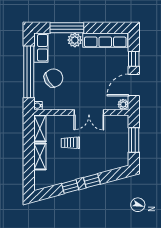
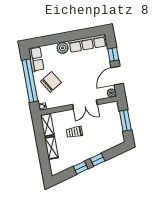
window: (67, 28) -> (54, 39), removed

